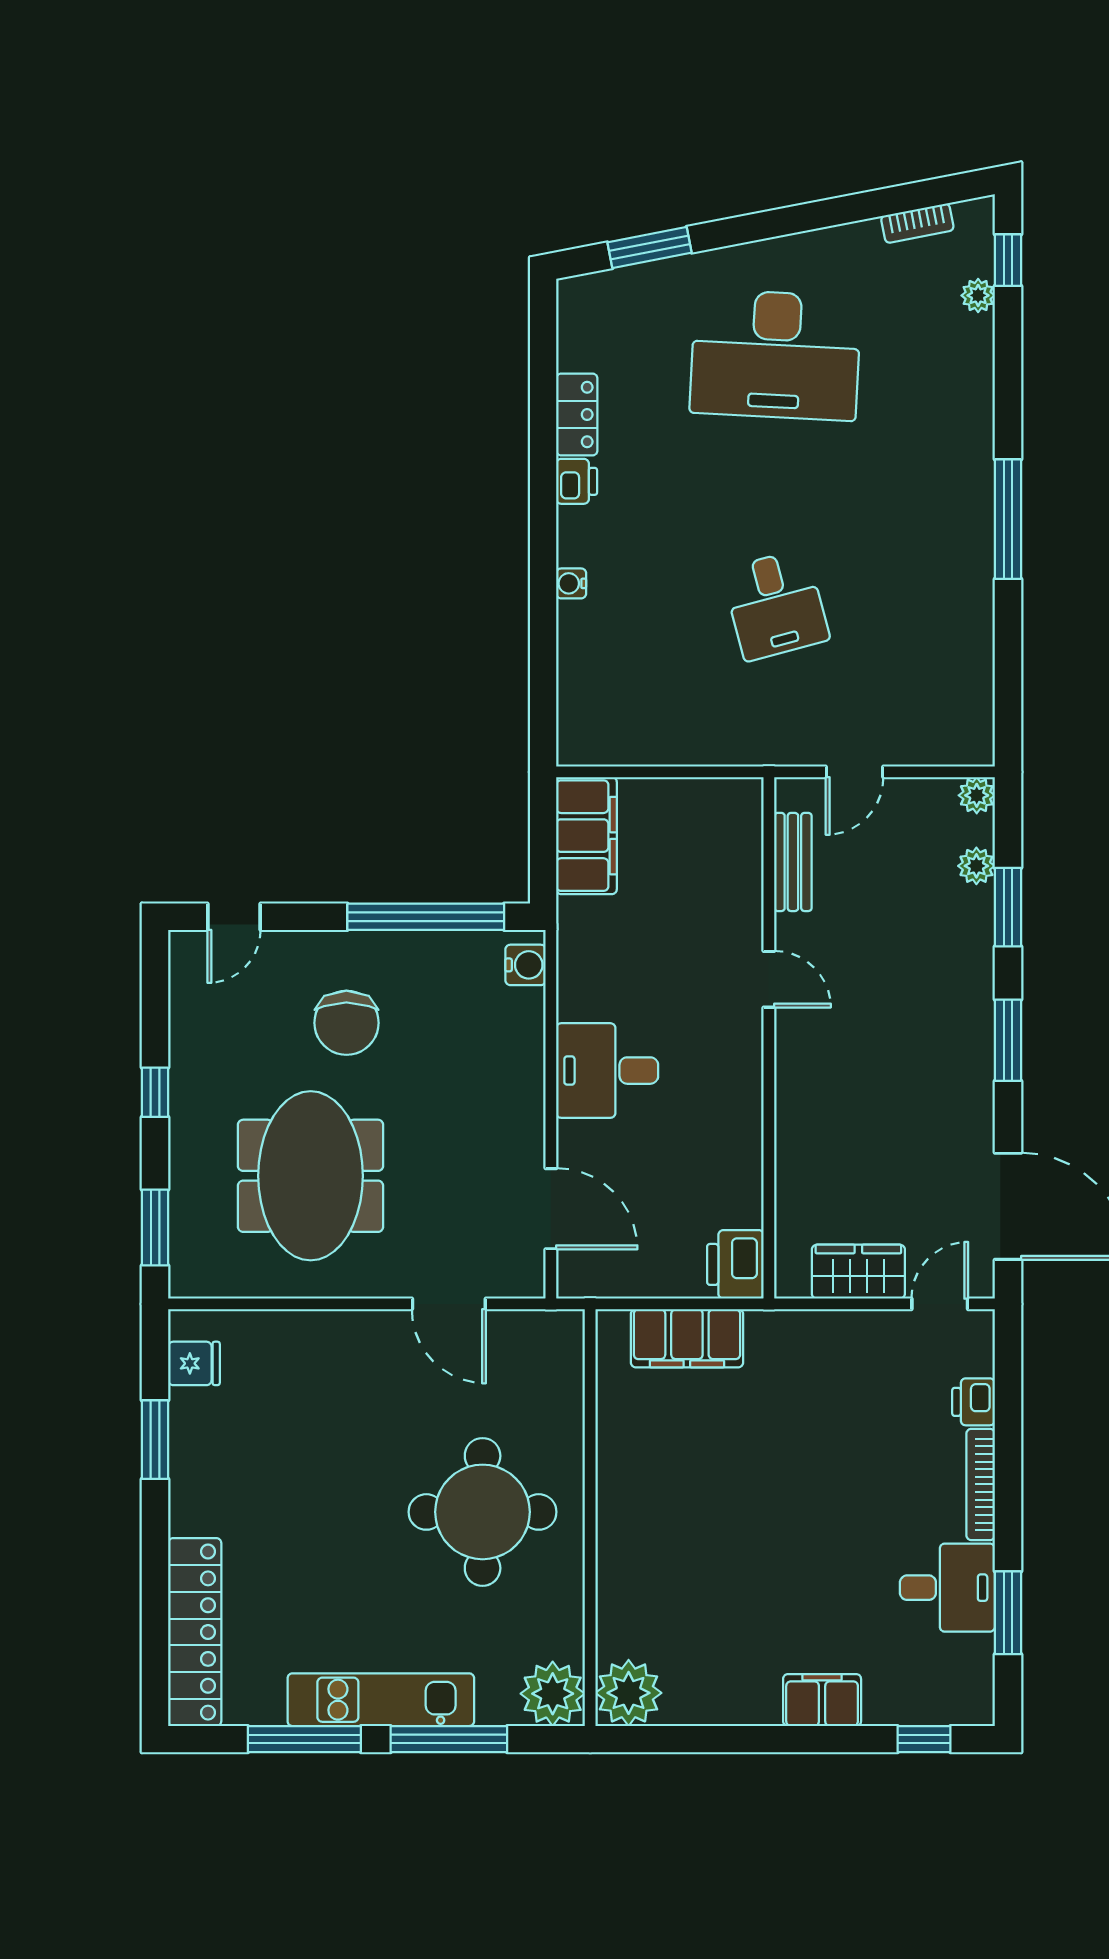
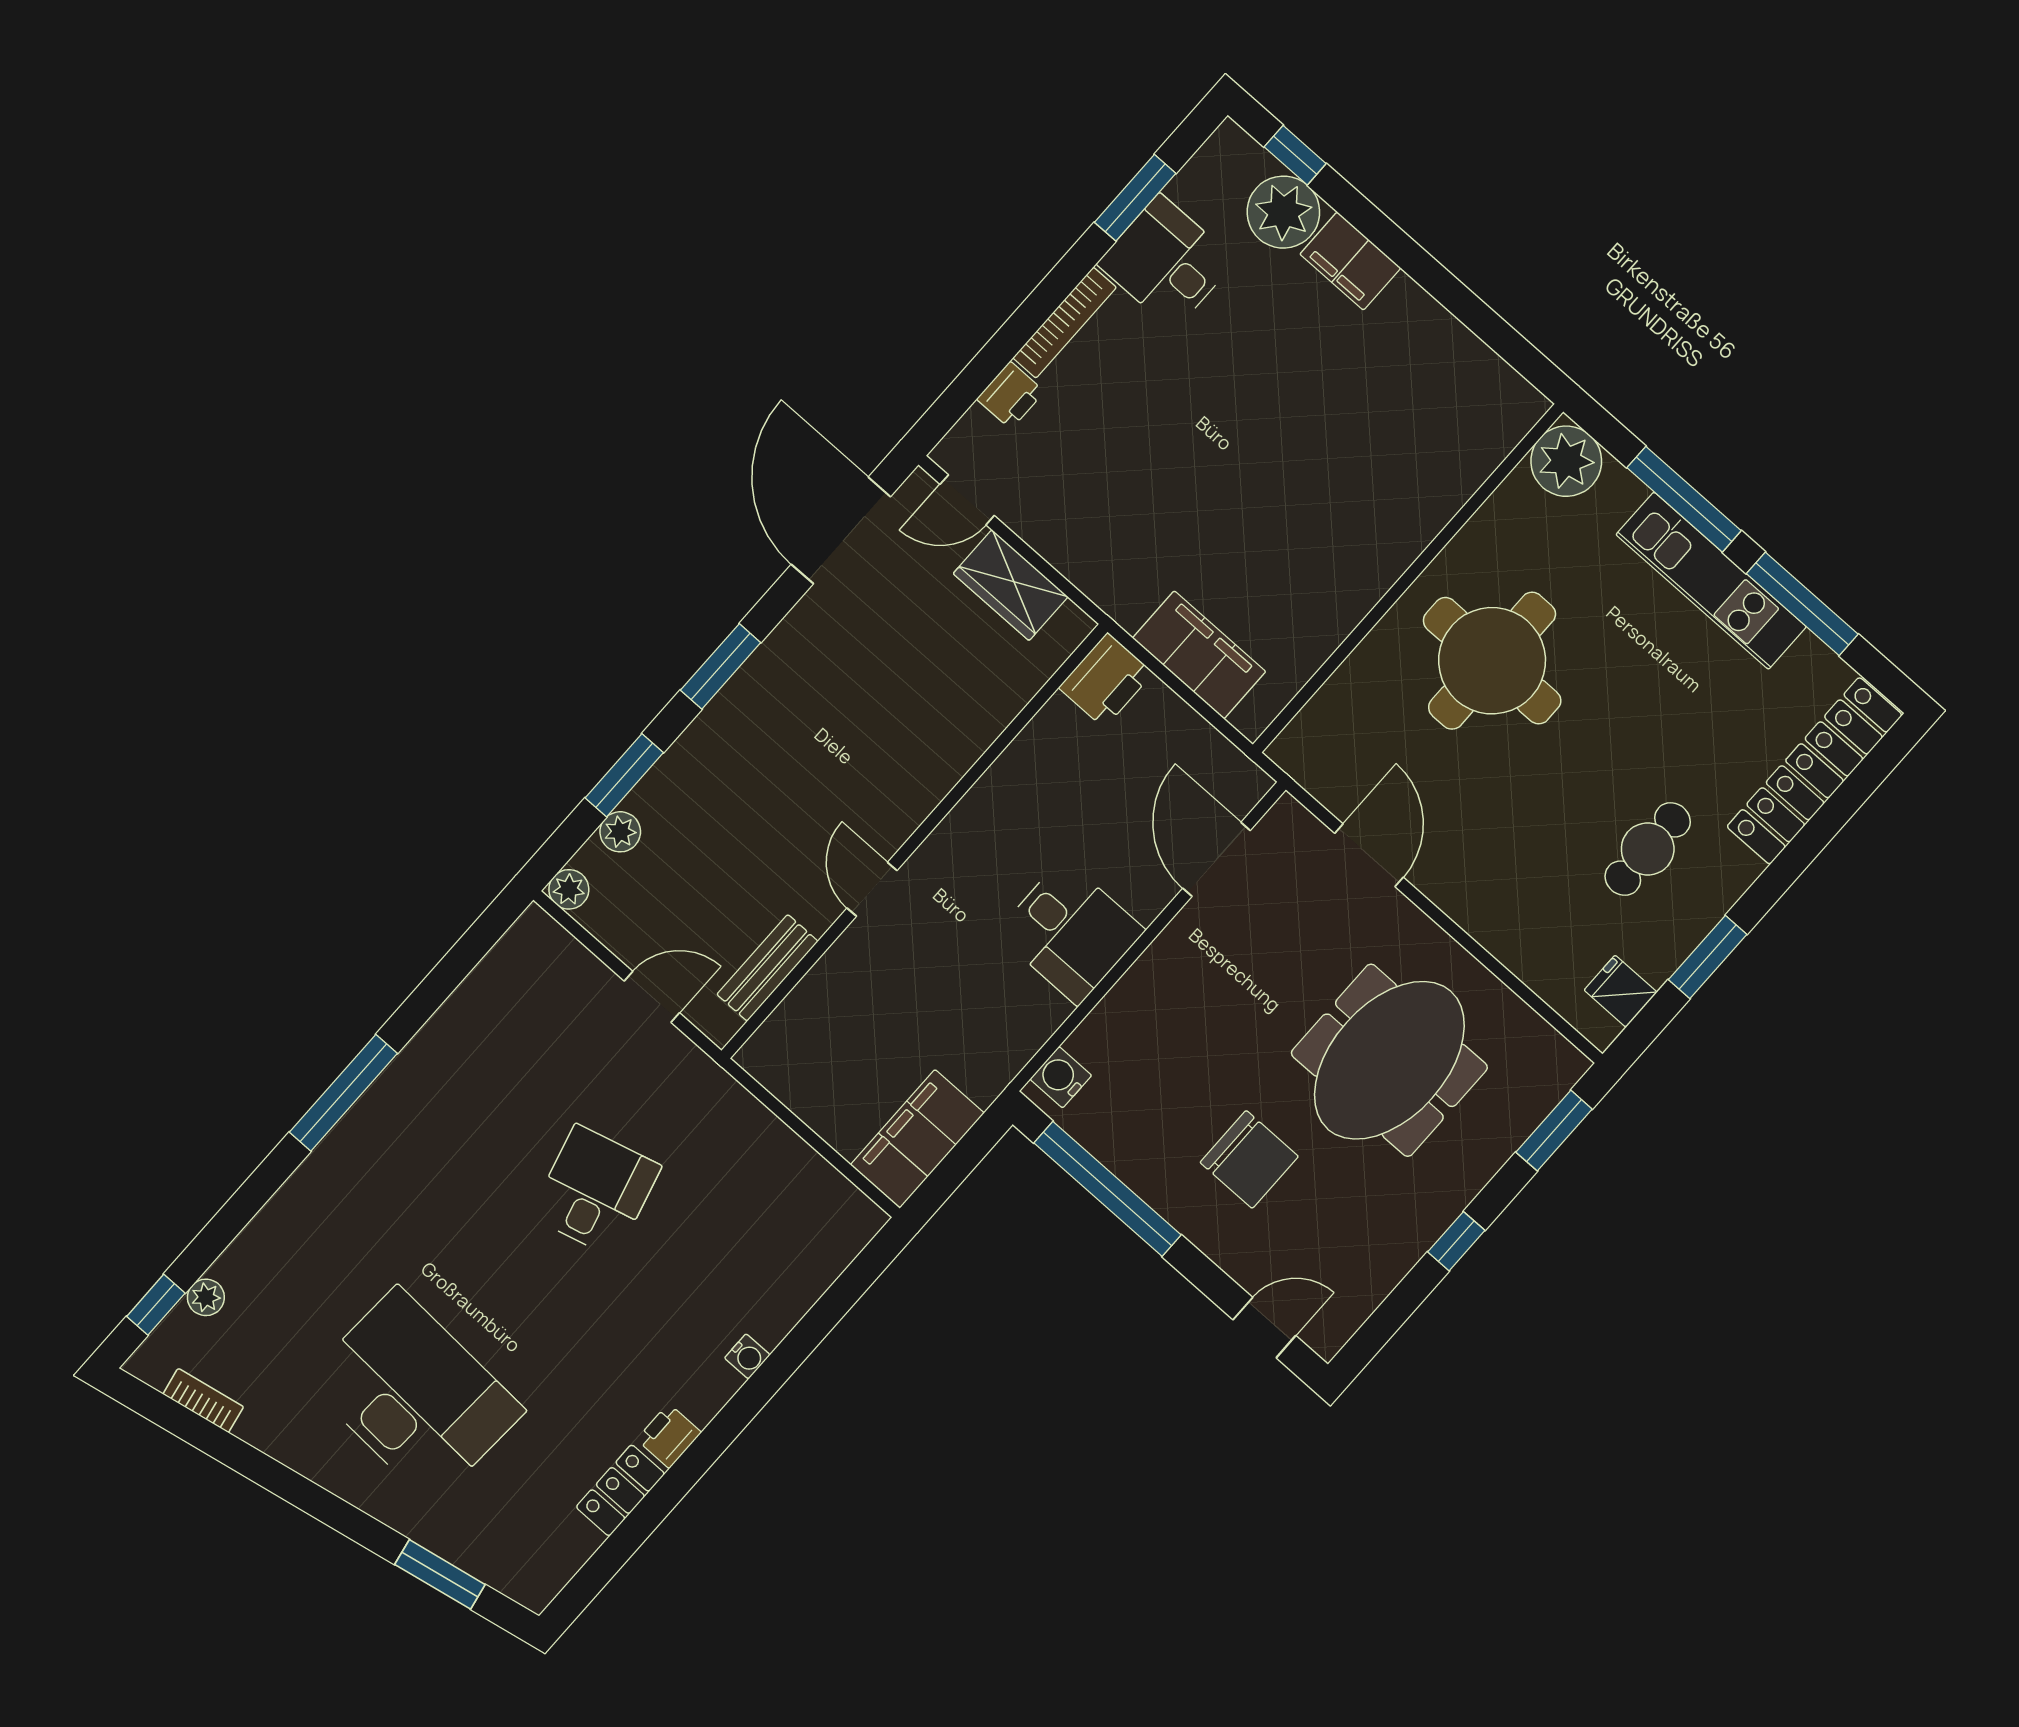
chair: (346, 1023) -> (1249, 1159), turned 90
cafe table: (262, 1477) -> (1648, 849), added
plant: (629, 1693) -> (1283, 212), moved

